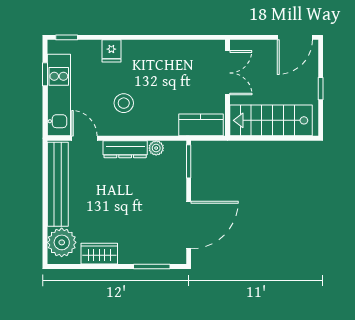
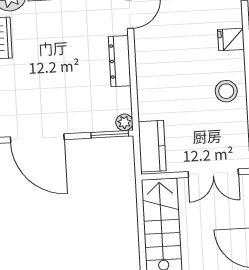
stool: (124, 103) -> (226, 91), moved
plant: (156, 148) -> (124, 122), moved

